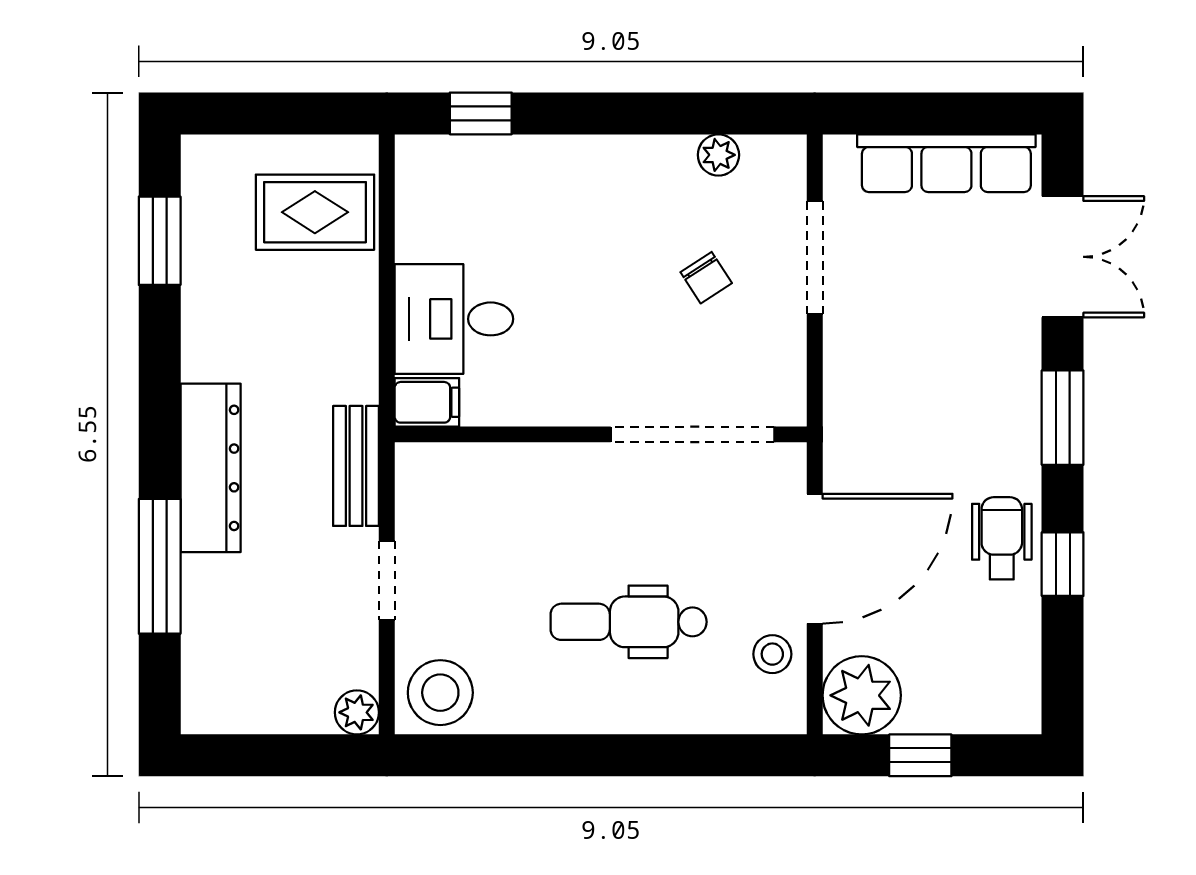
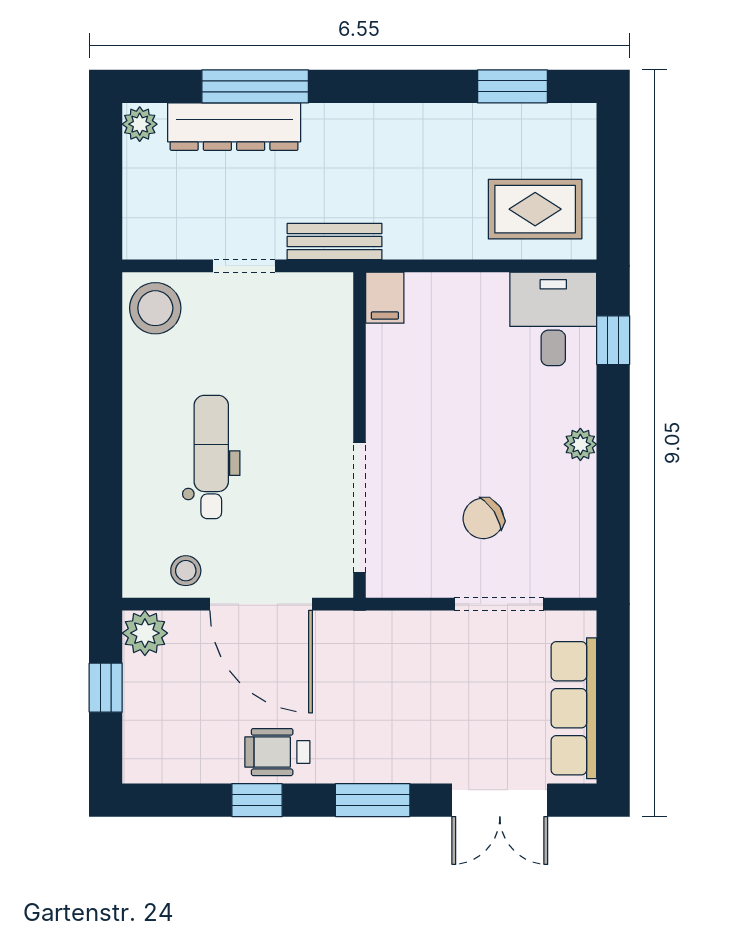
plant: (718, 155) -> (580, 444), moved
rug: (315, 212) -> (535, 209), turned 90
chair: (706, 278) -> (483, 518), width x1.37, depth x1.37
desk: (454, 319) -> (553, 319), moved
dresser: (211, 468) -> (234, 127), moved
wheelchair: (1002, 538) -> (277, 752), turned 180
plant: (862, 695) -> (145, 633), width x0.73, depth x0.73
plant: (357, 712) -> (140, 124), moved

